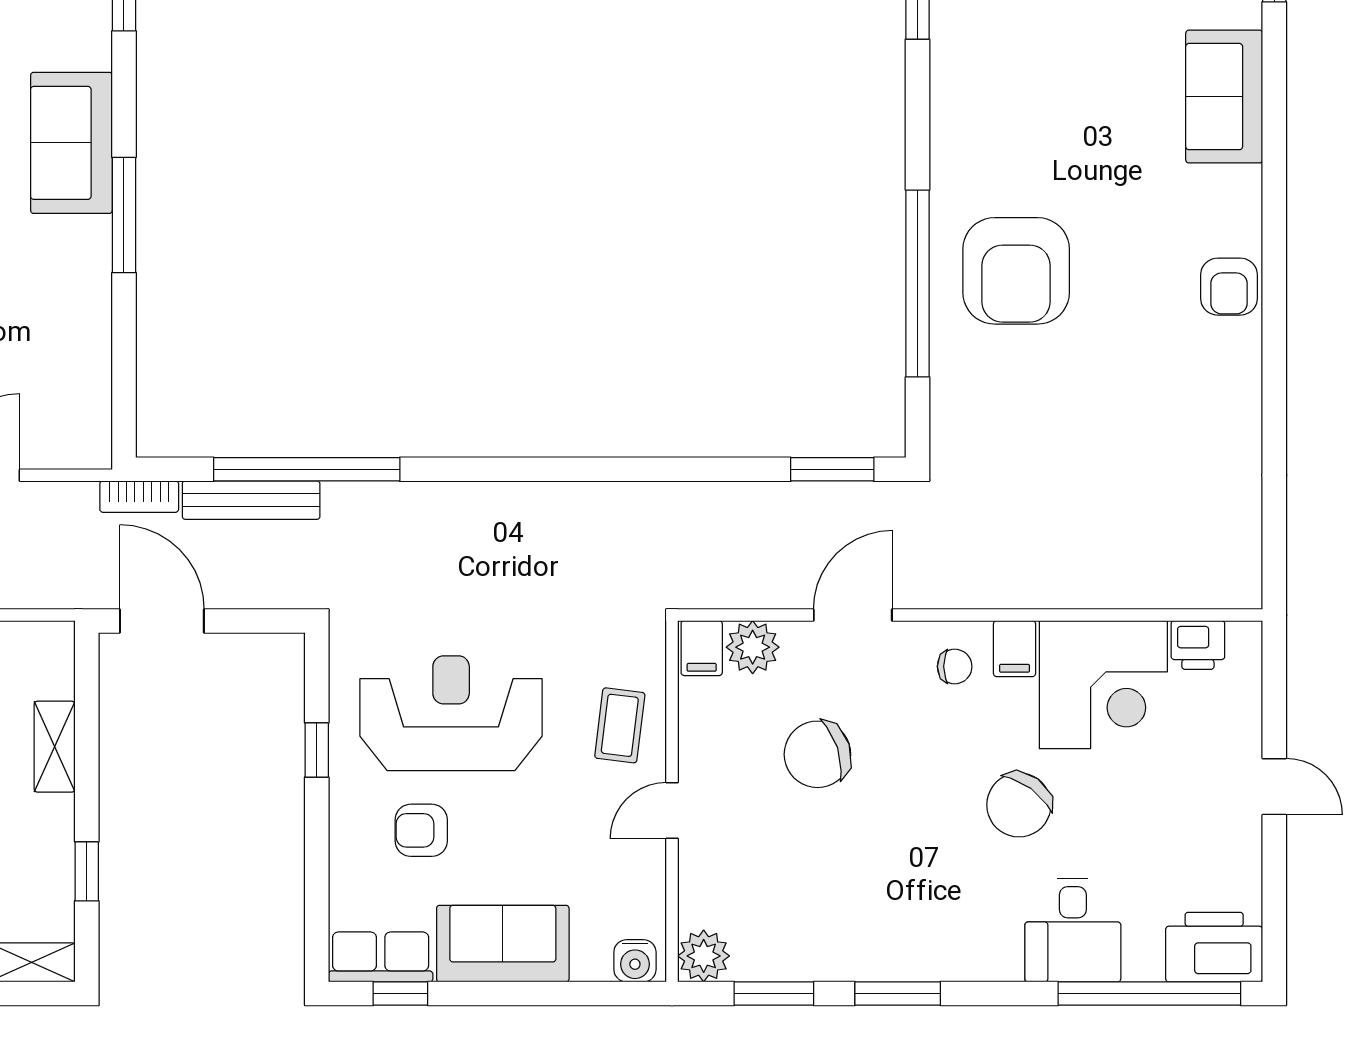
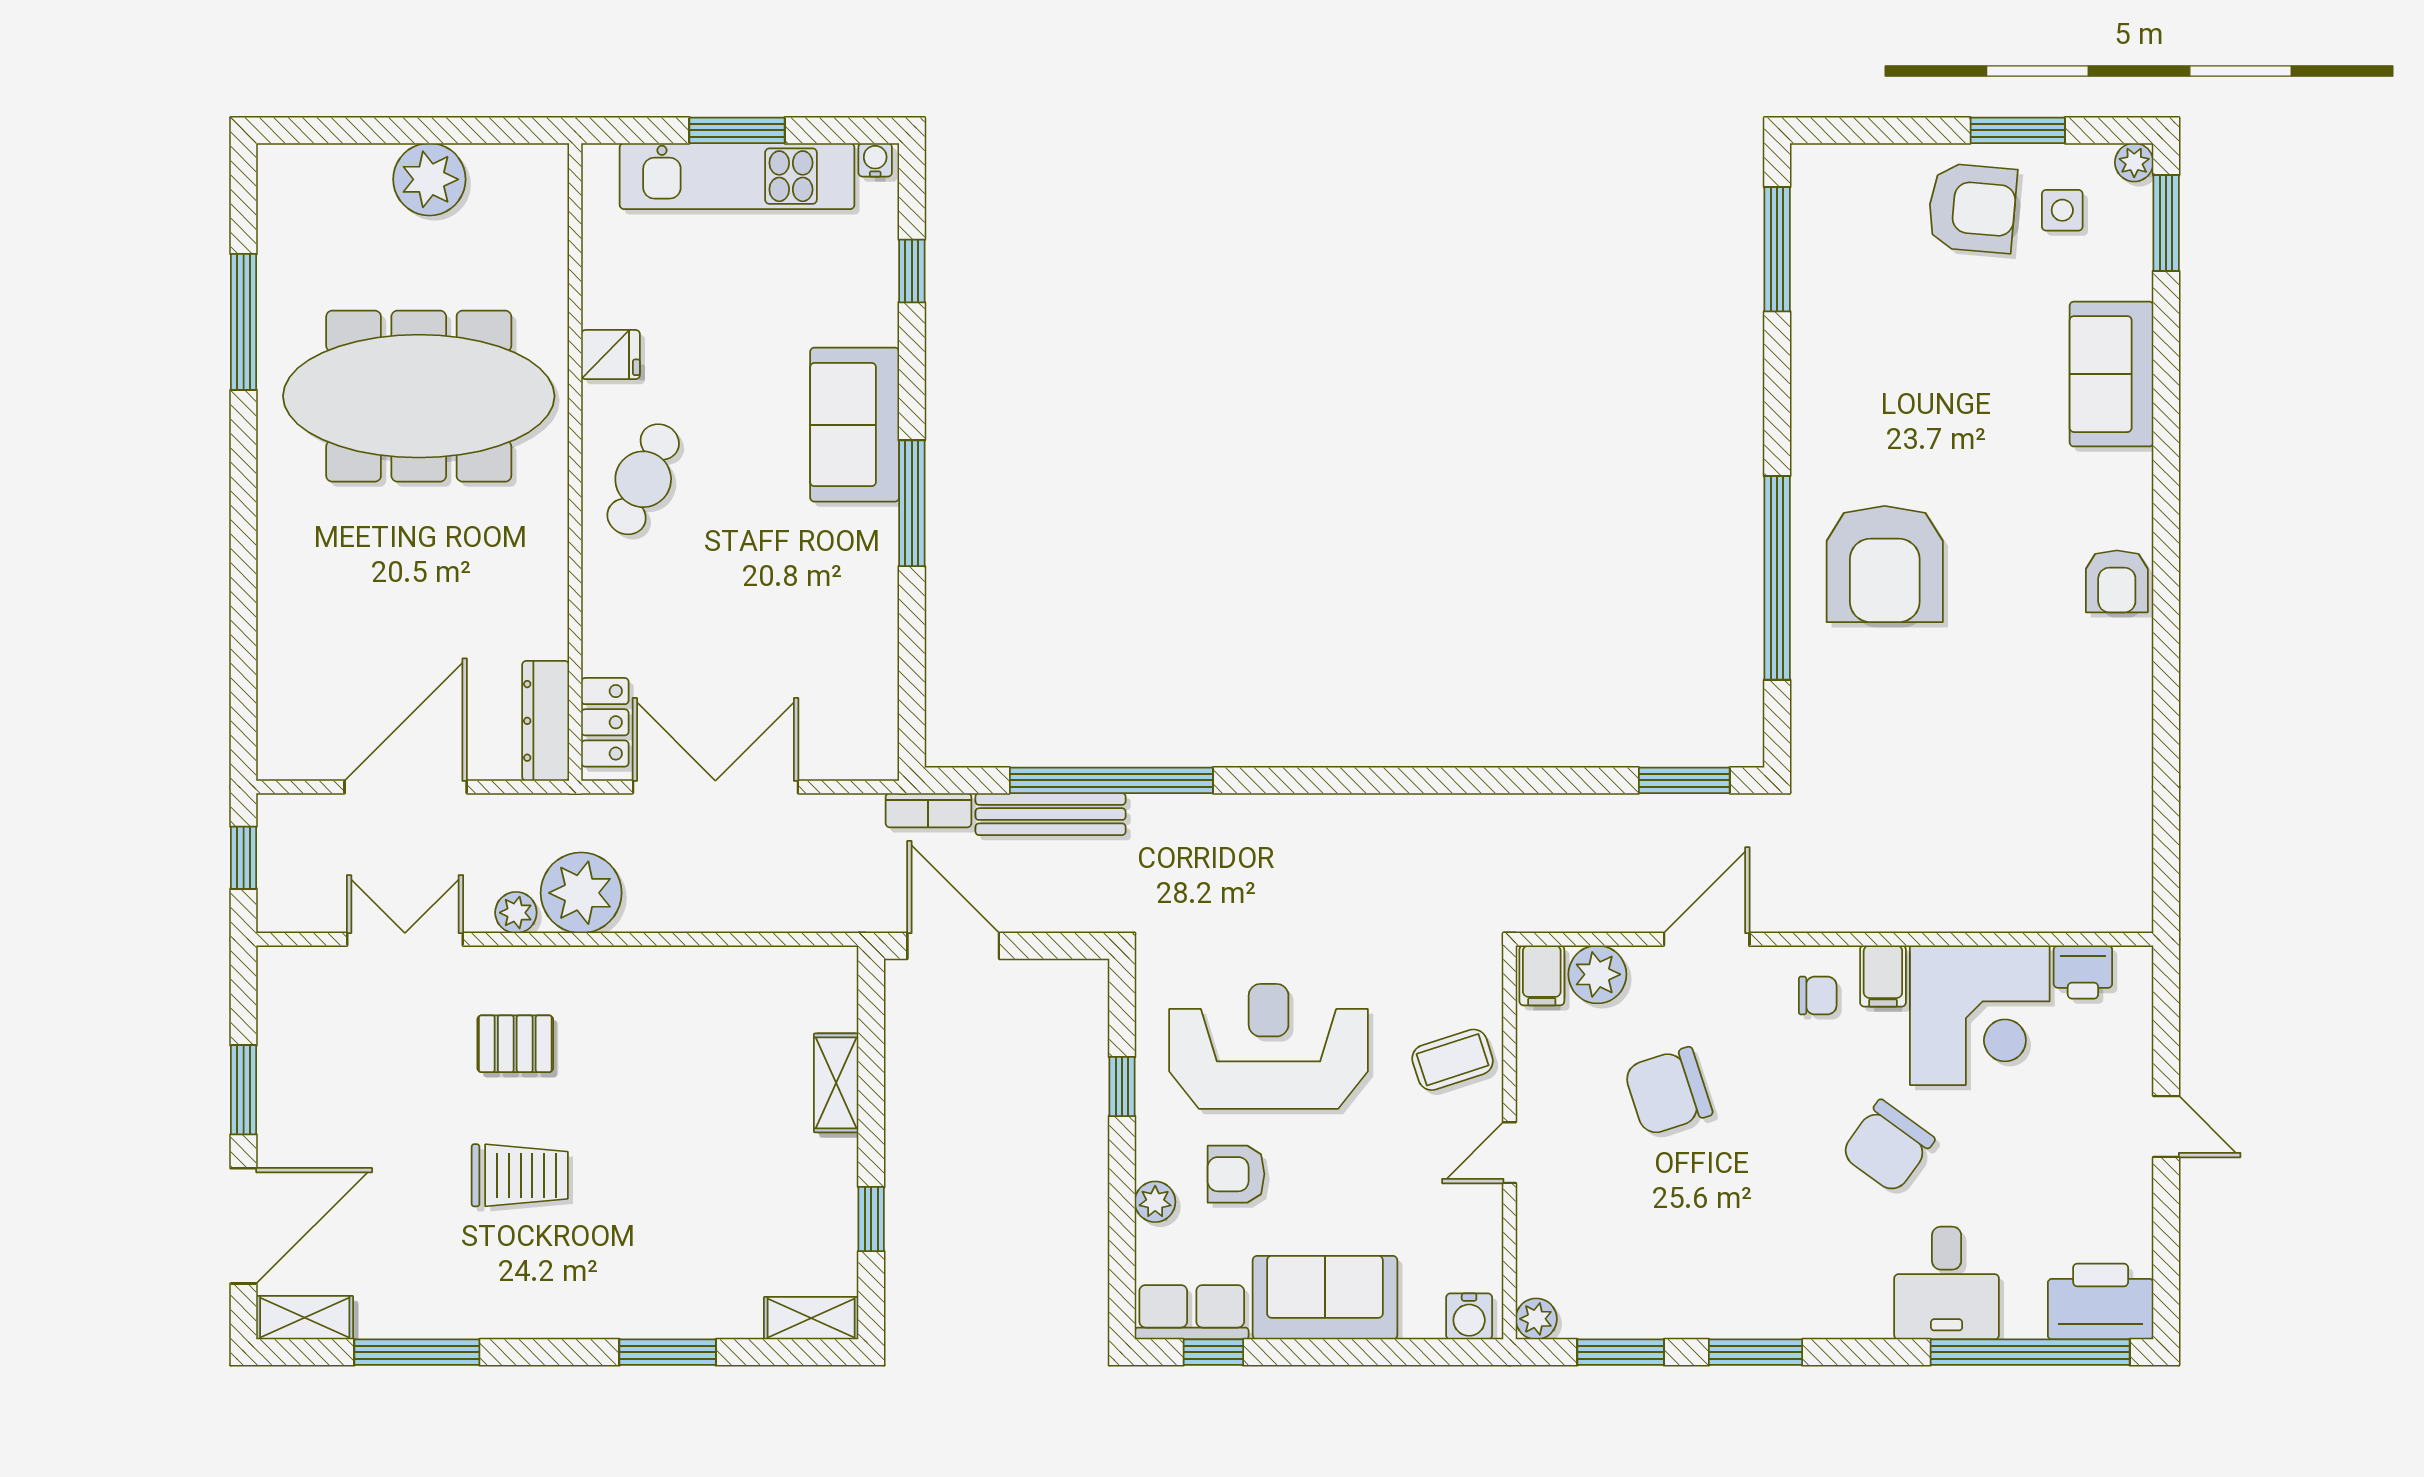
coffee table: (620, 725) -> (1453, 1060), turned 65
plant: (347, 856) -> (1155, 1202), added
plant: (704, 956) -> (1536, 1319), width x0.73, depth x0.73

